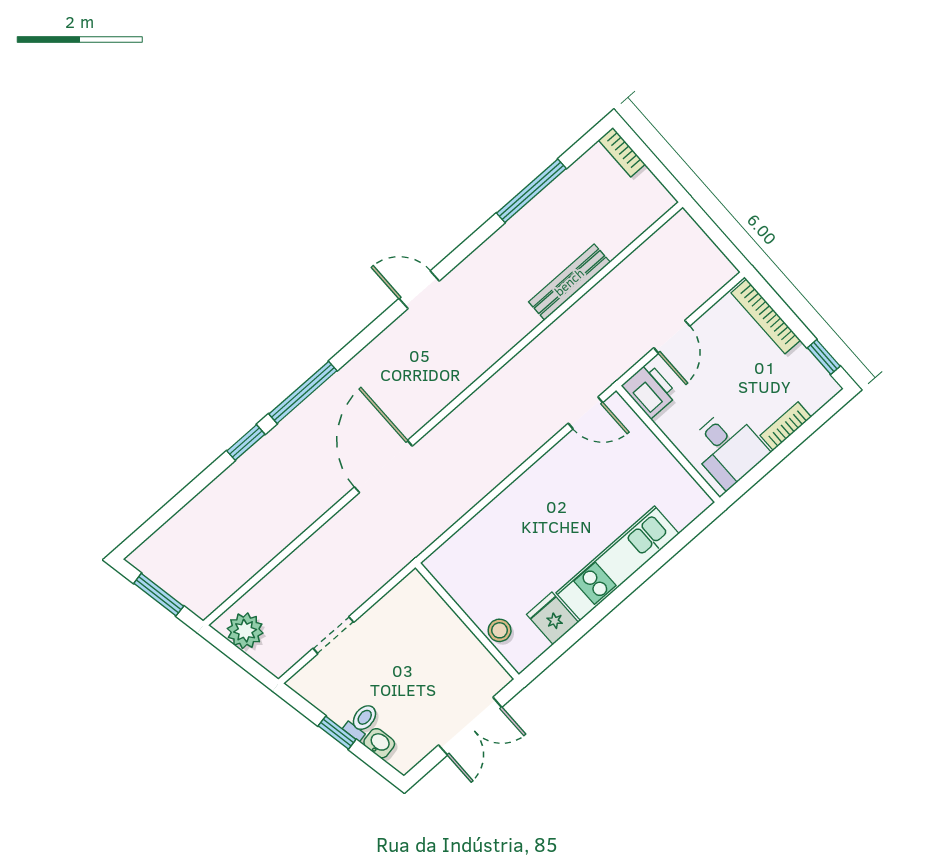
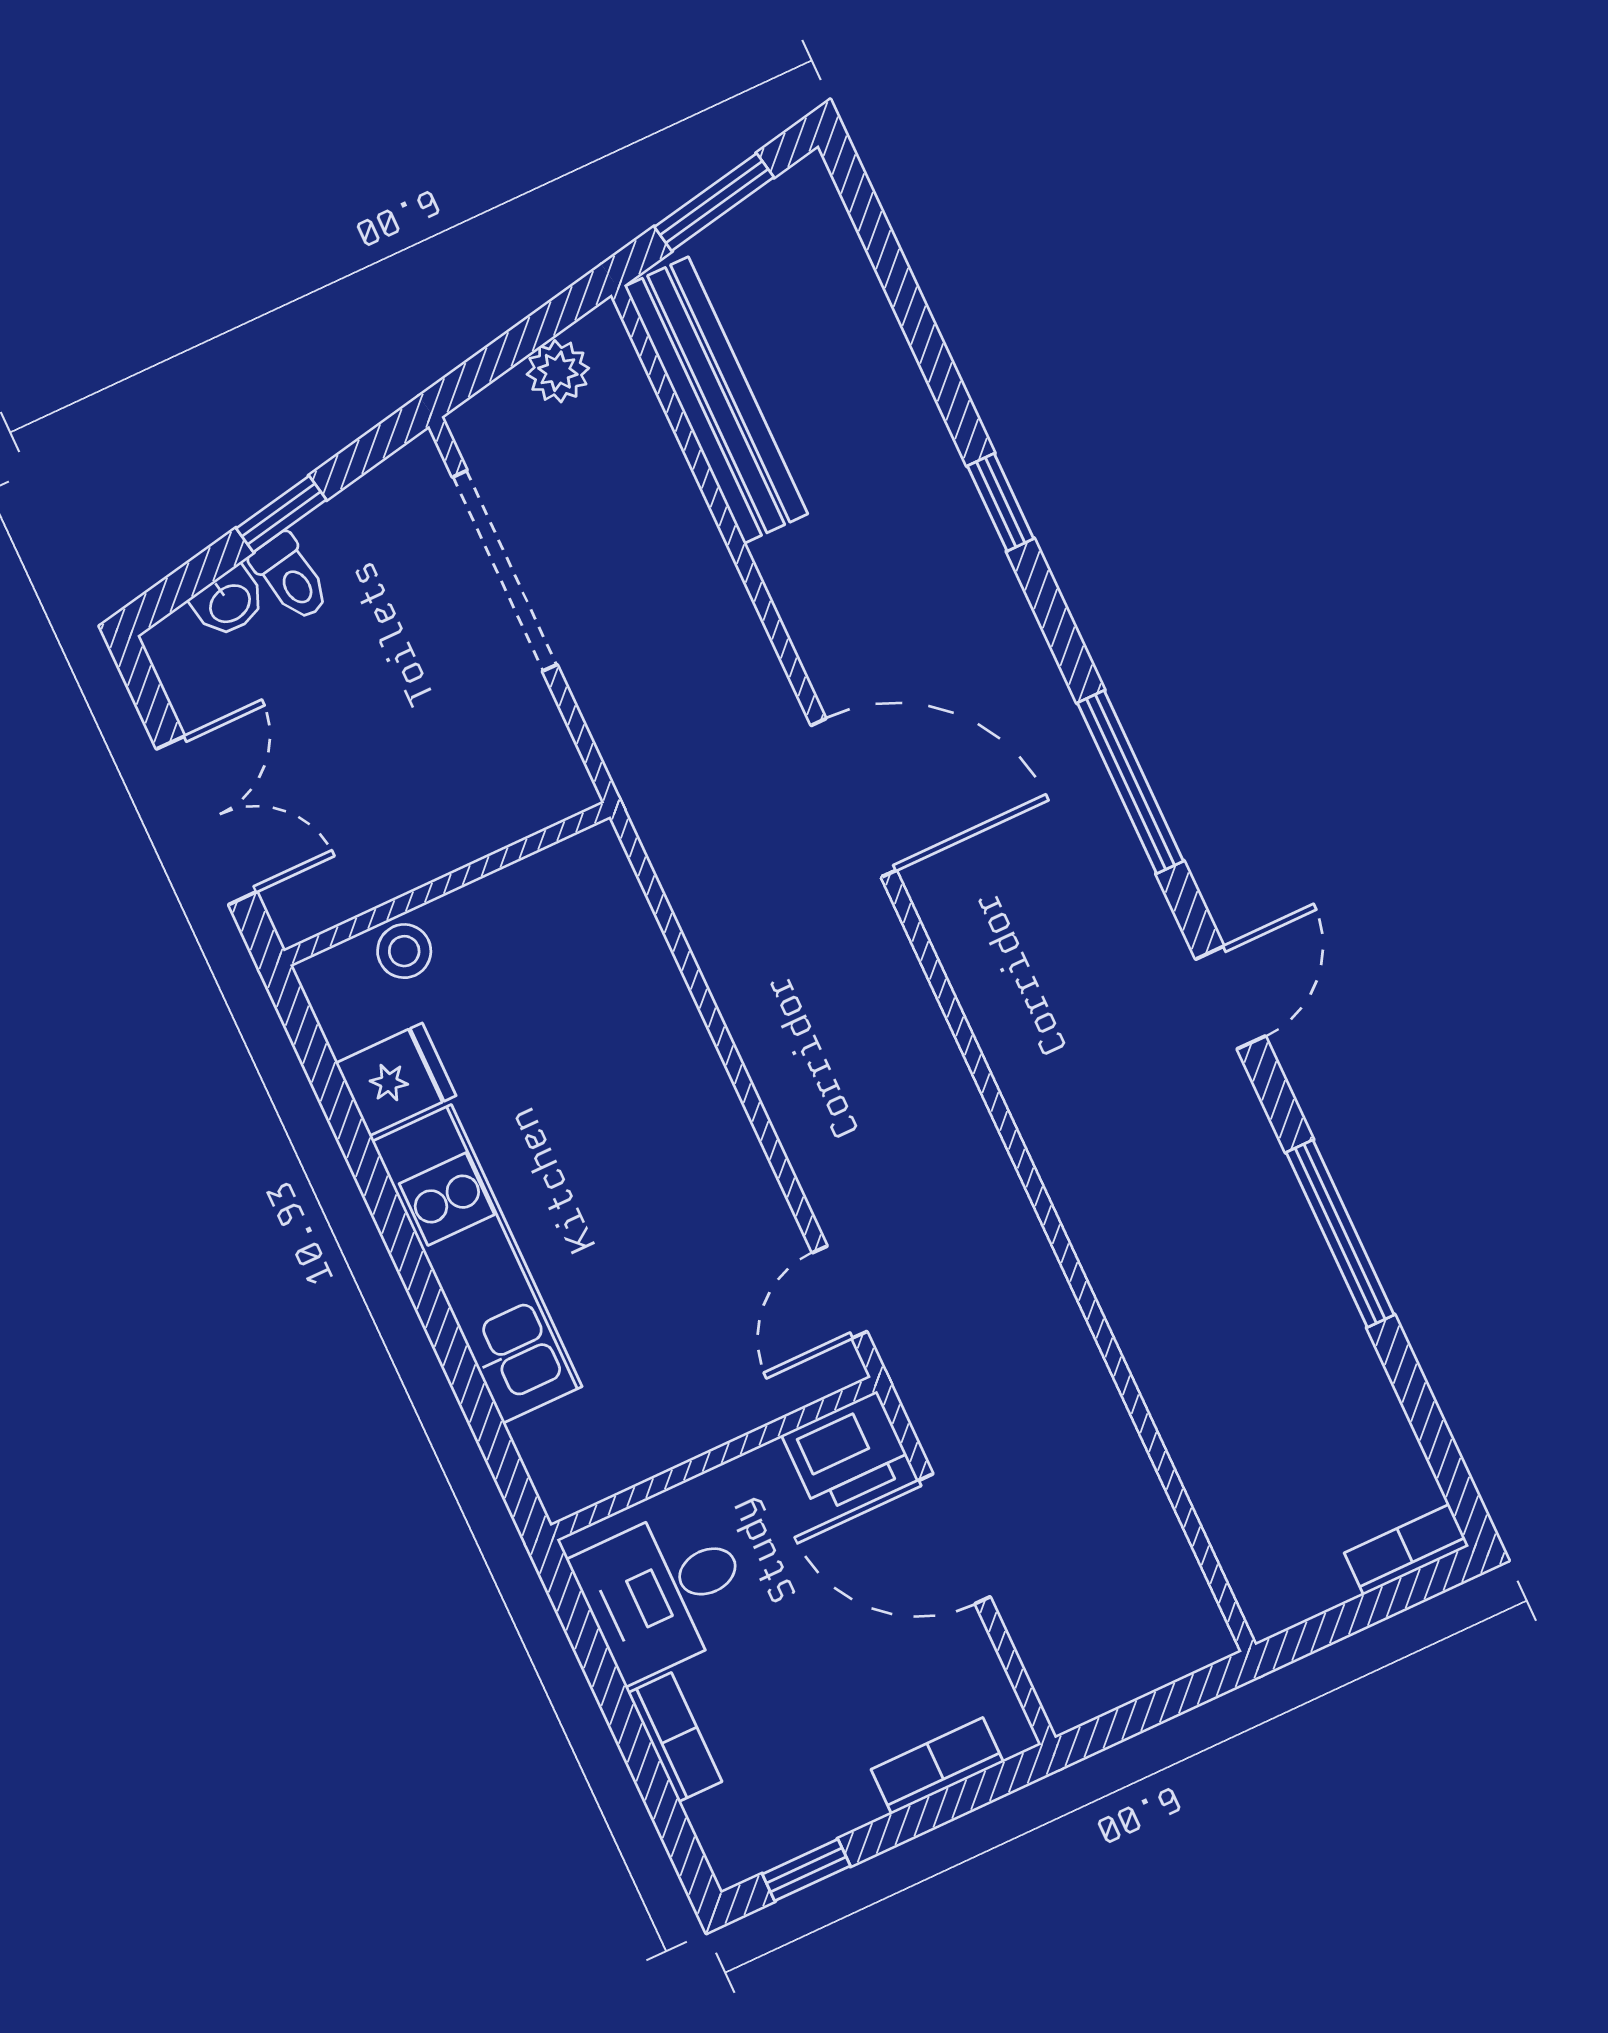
window: (531, 191) -> (1340, 1234), moved
bench: (569, 282) -> (716, 400), moved, width x1.37, depth x1.21
bookcase: (766, 316) -> (937, 1766), width x0.64
door: (672, 337) -> (954, 1539), width x1.38
window: (303, 392) -> (1130, 782), moved
plant: (245, 631) -> (558, 371), width x0.73, depth x0.73
doorway: (333, 635) -> (505, 571), width x1.87
double door: (470, 726) -> (207, 820), swing flipped

